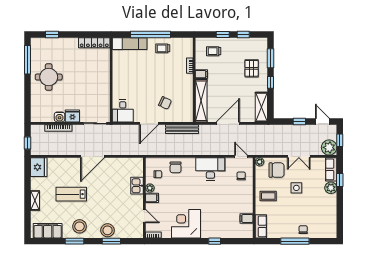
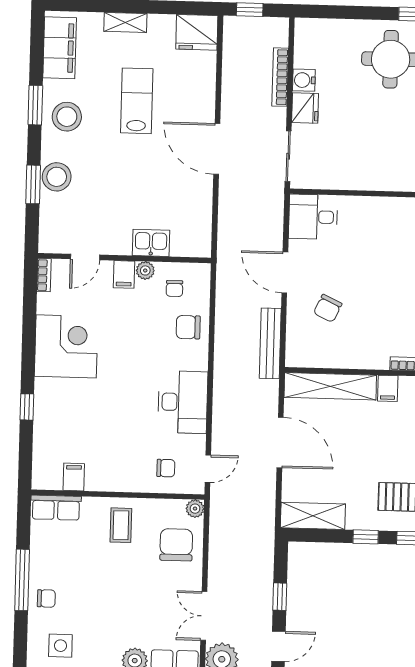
double door: (299, 156) -> (204, 616), moved
chair: (277, 170) -> (176, 545), turned 180
side table: (296, 188) -> (60, 646), moved

